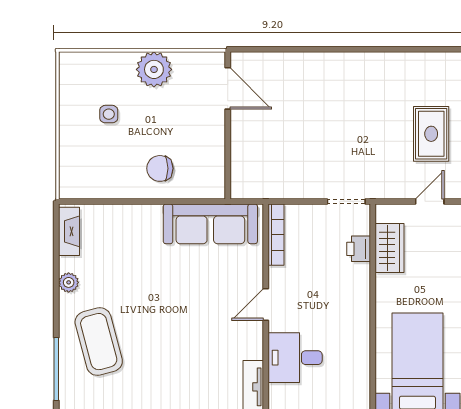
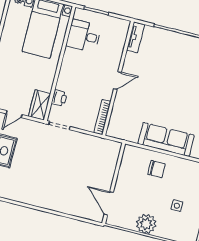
sofa: (210, 224) -> (166, 139), moved
wardrobe: (389, 248) -> (40, 105), moved
desk: (295, 358) -> (84, 36), moved, turned 180

